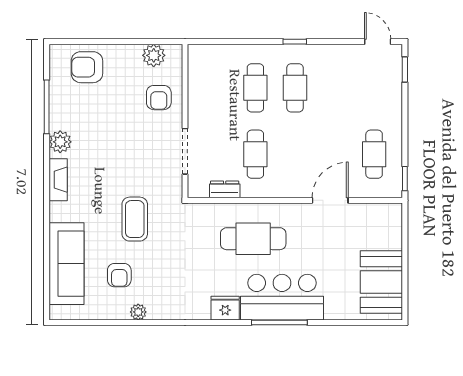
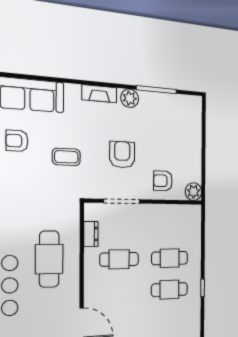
plant: (154, 55) -> (193, 192), moved
armchair: (87, 67) -> (122, 155), moved
coffee table: (135, 219) -> (66, 157), width x0.73, depth x0.77

